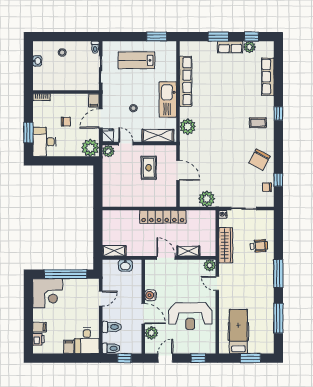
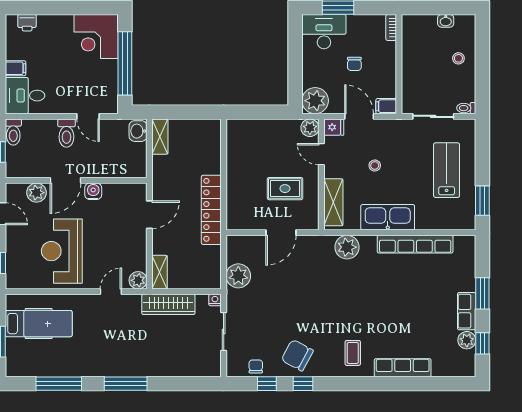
row of seats: (268, 77) -> (403, 368), moved
window: (278, 113) -> (303, 384), moved
door: (126, 144) -> (321, 154), swing flipped
wheelchair: (259, 246) -> (167, 354), removed
shelving: (188, 251) -> (160, 272), moved
washbasin: (125, 265) -> (138, 131), moved
filing cabinet: (40, 327) -> (45, 24), removed
toilet: (112, 327) -> (66, 133), moved

